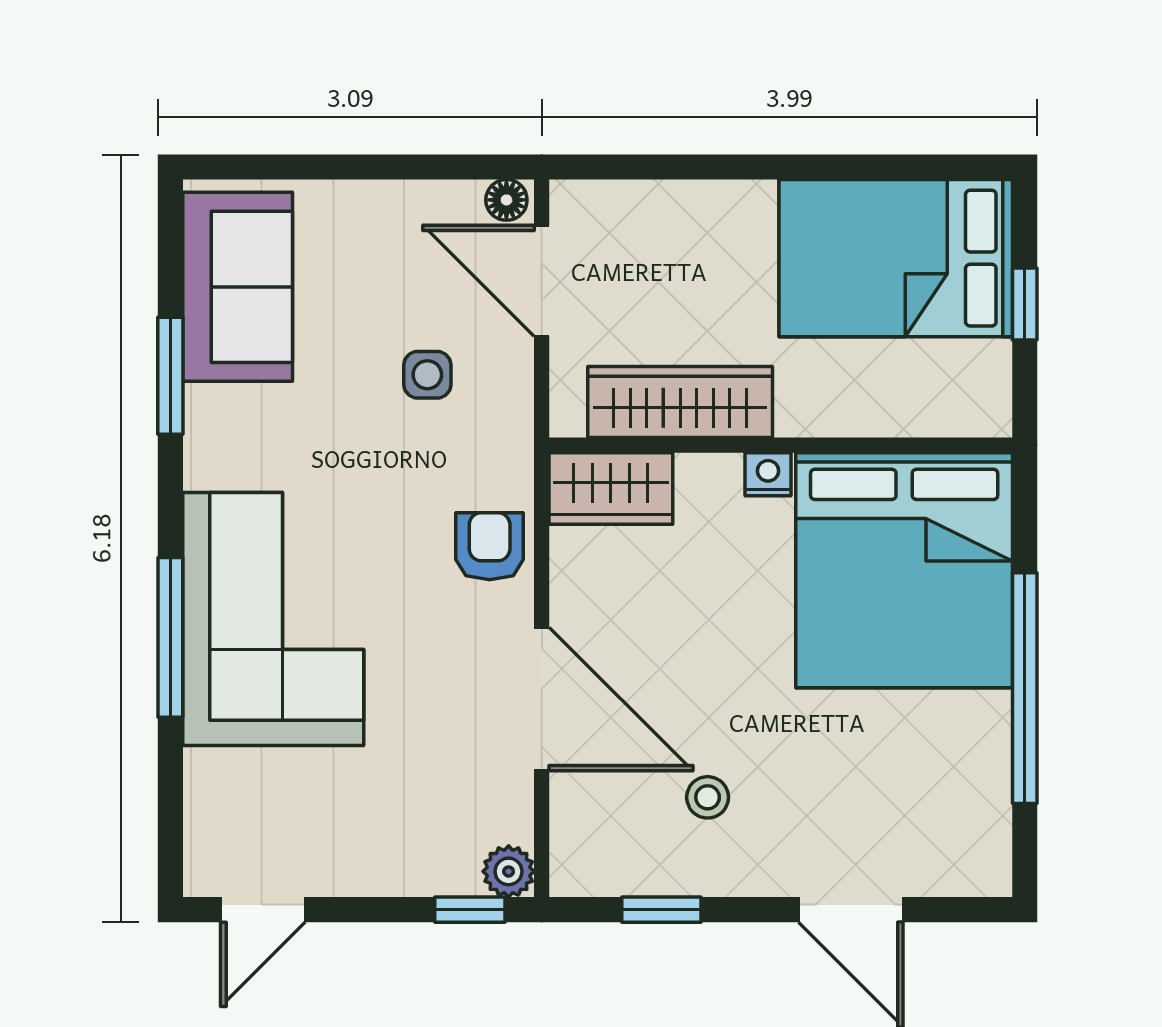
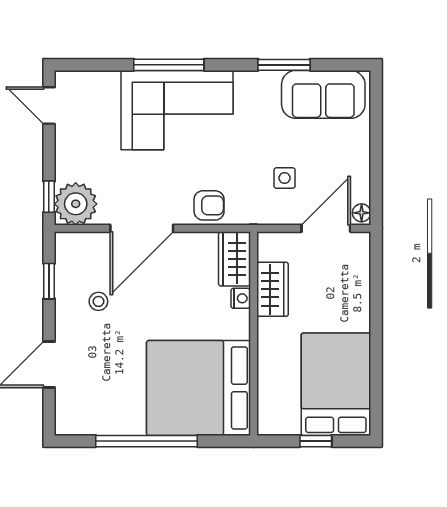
wardrobe: (680, 402) -> (273, 289), width x0.67
nightstand: (768, 474) -> (241, 298), moved
plant: (509, 871) -> (76, 204), width x1.88, depth x1.88

